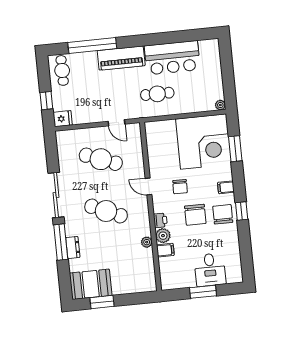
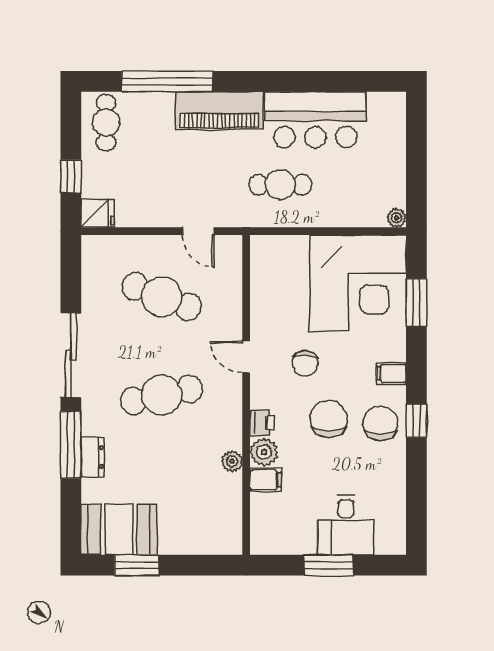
cafe table: (106, 211) -> (162, 395), turned -36
chair: (195, 215) -> (329, 419), turned 180

